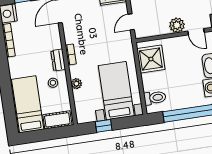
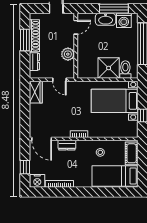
plant: (177, 25) -> (68, 54), moved
shower: (151, 59) -> (109, 68), moved
dresser: (58, 60) -> (67, 145), moved
plant: (76, 84) -> (104, 133), removed

